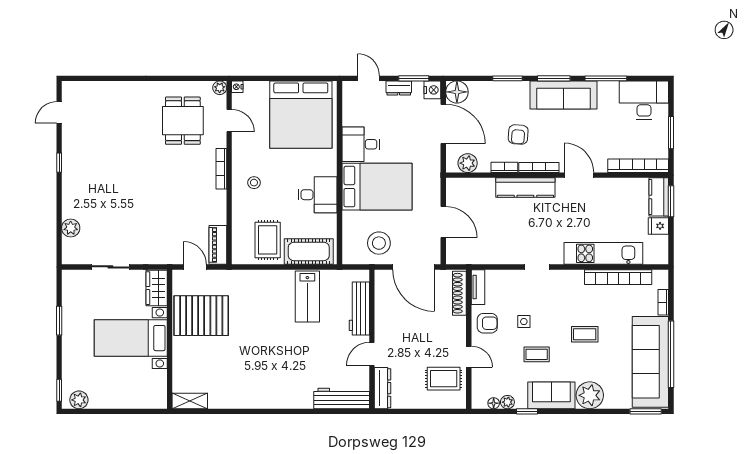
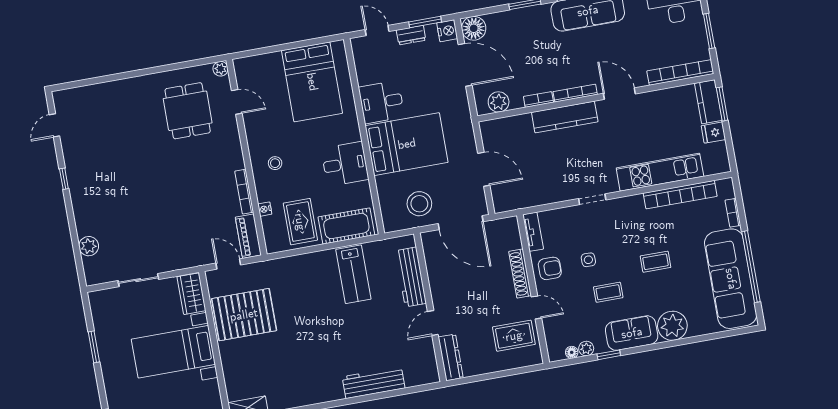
nightstand: (237, 87) -> (265, 209), moved
bed: (301, 115) -> (312, 82), width x0.73
armchair: (518, 134) -> (547, 62), removed
bookcase: (221, 169) -> (244, 192), moved
shoe rack: (459, 293) -> (520, 274), moved
workbench: (342, 398) -> (374, 382), moved
window: (646, 411) -> (735, 332), removed

